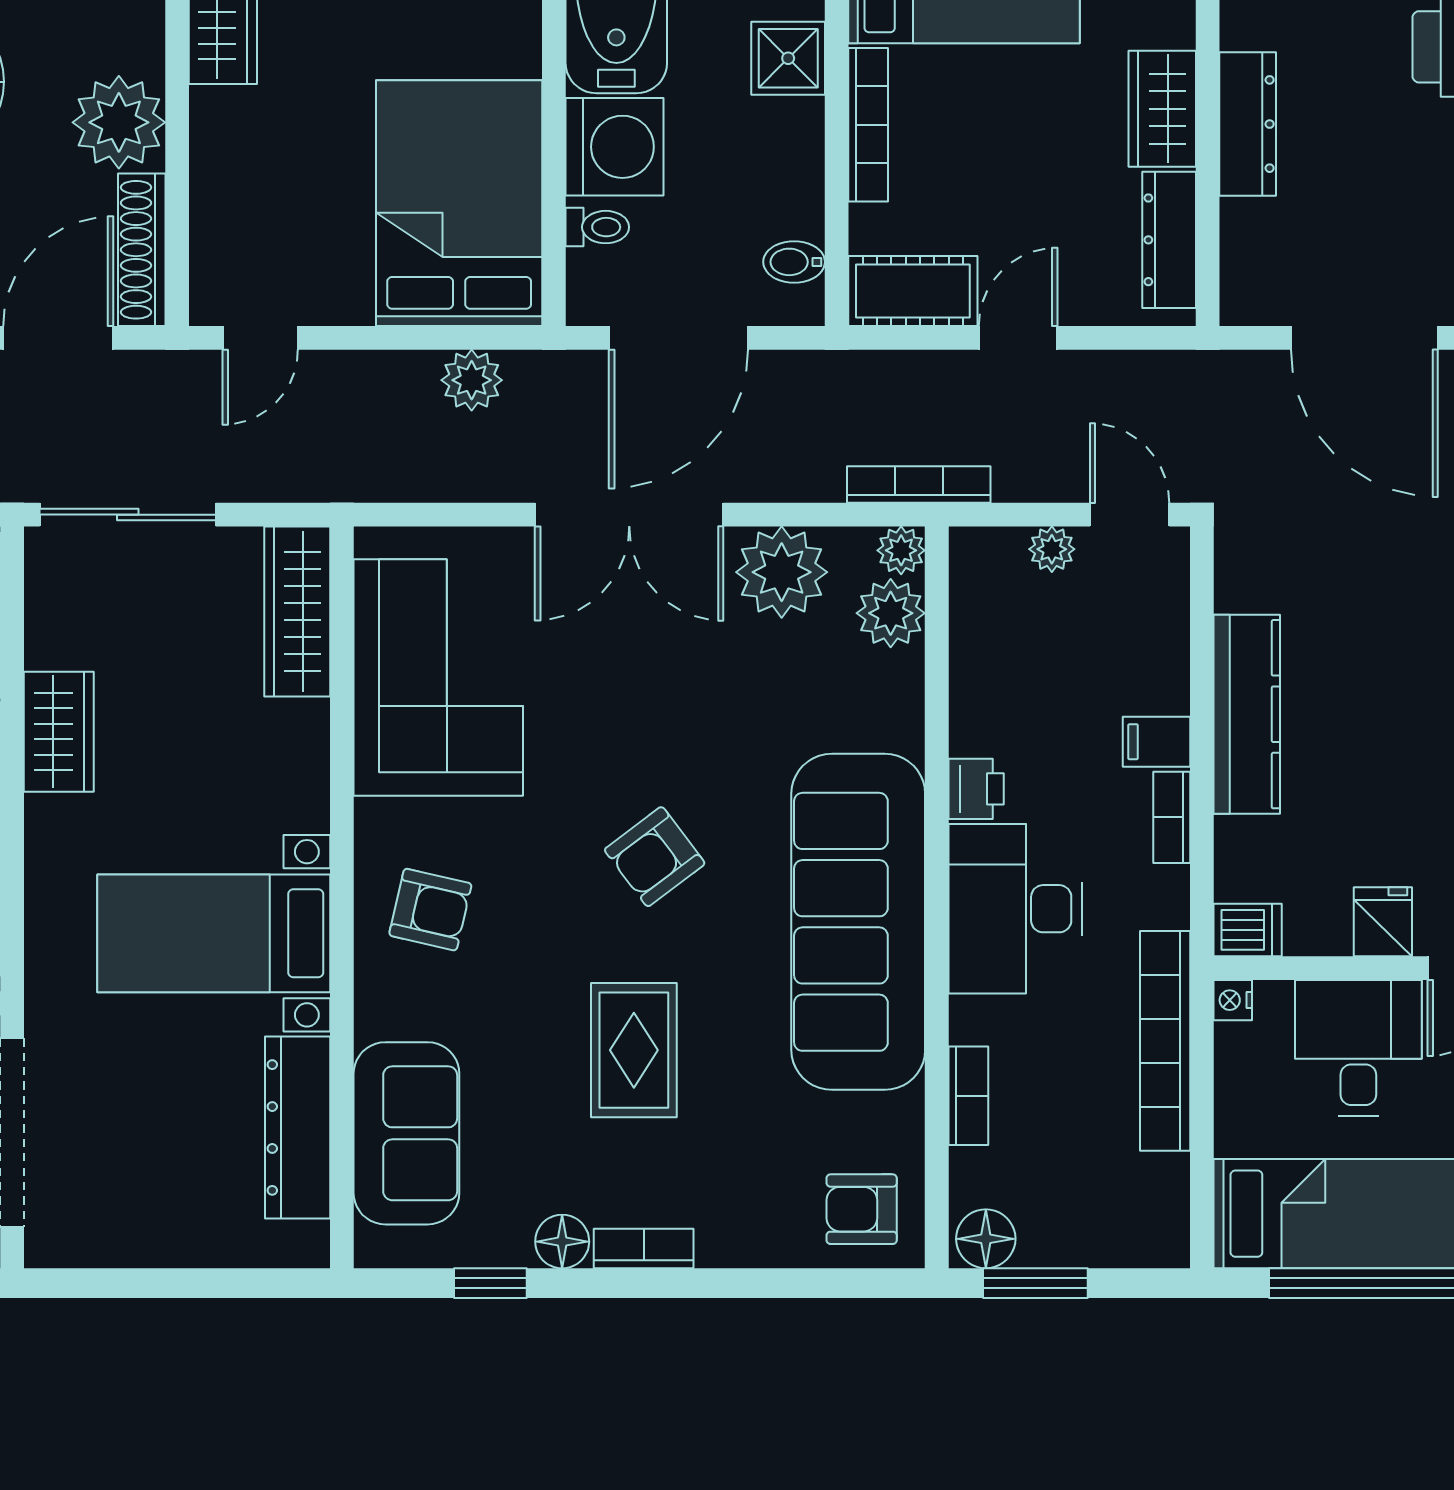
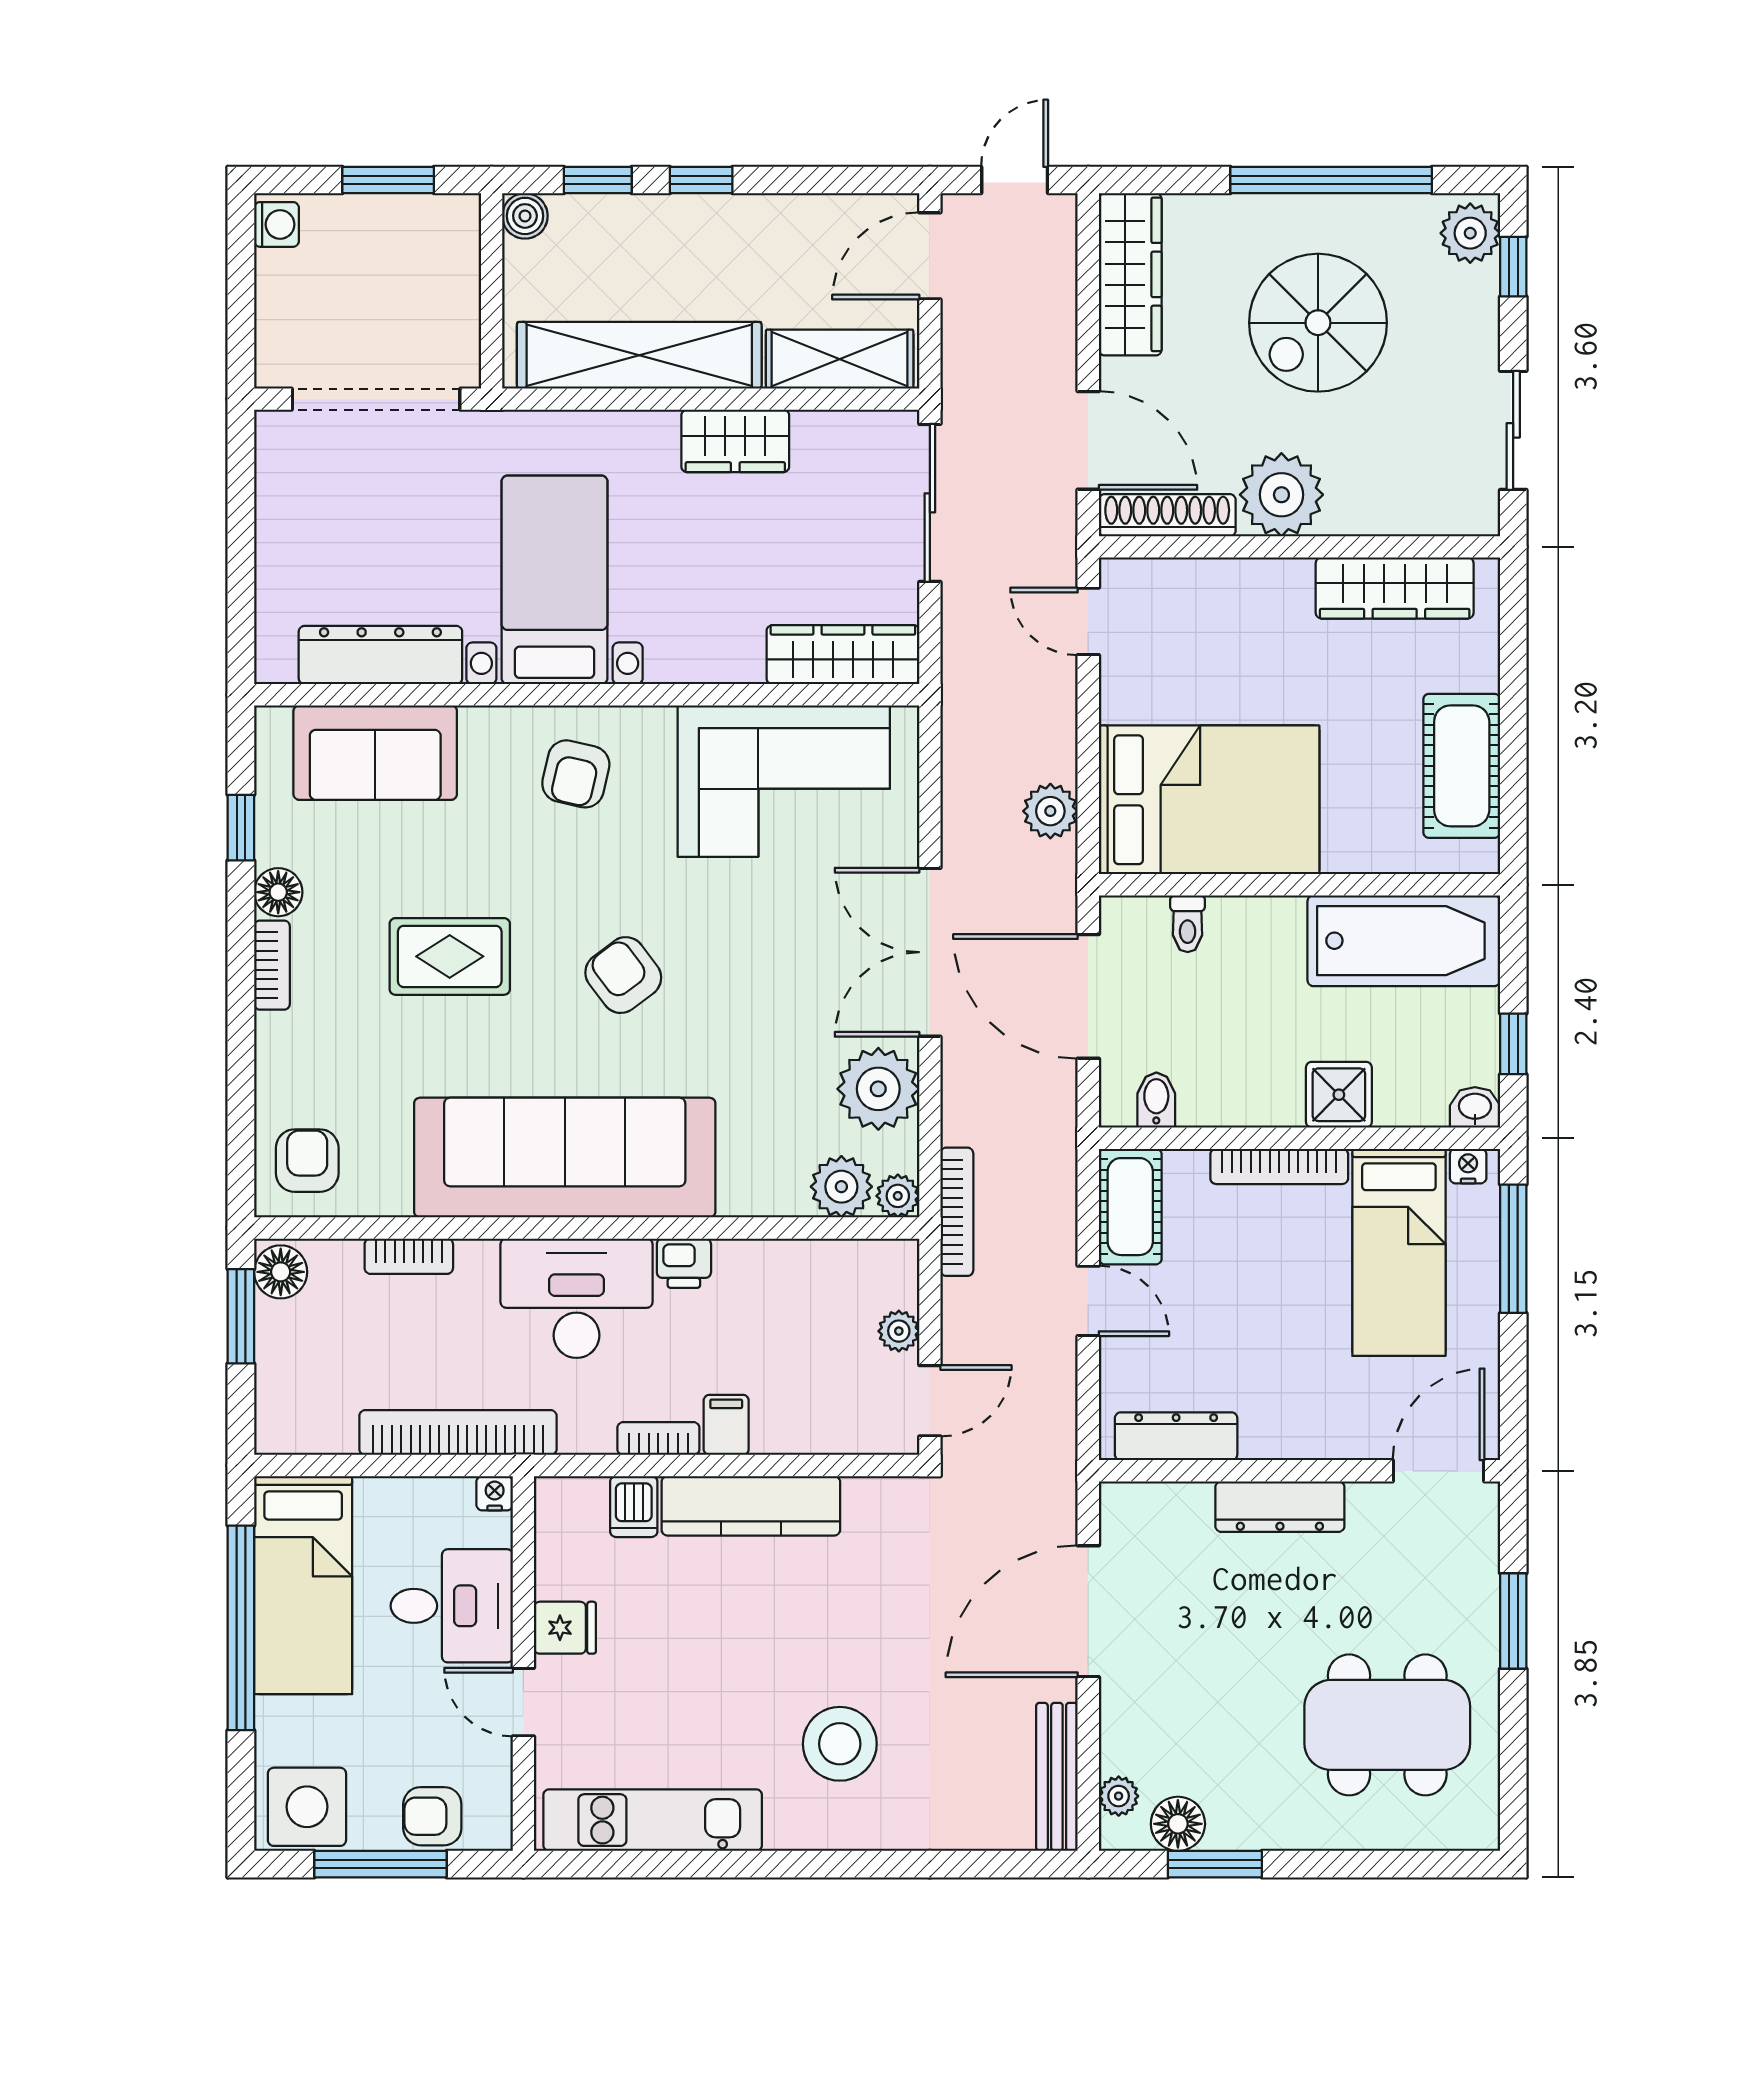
wardrobe: (1162, 109) -> (1294, 1430), removed
washing machine: (615, 147) -> (1259, 939), removed
dishwasher: (1248, 930) -> (634, 1507), moved

